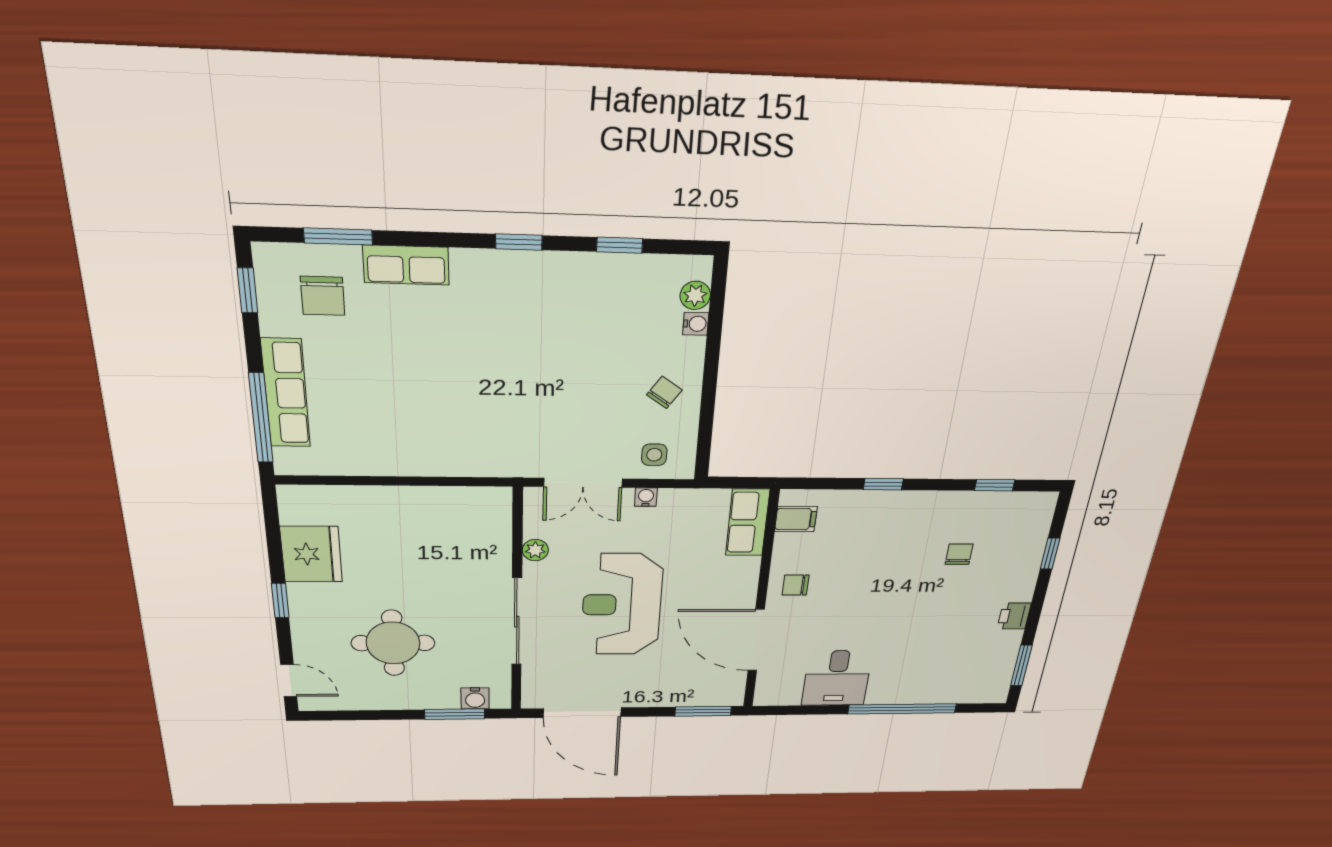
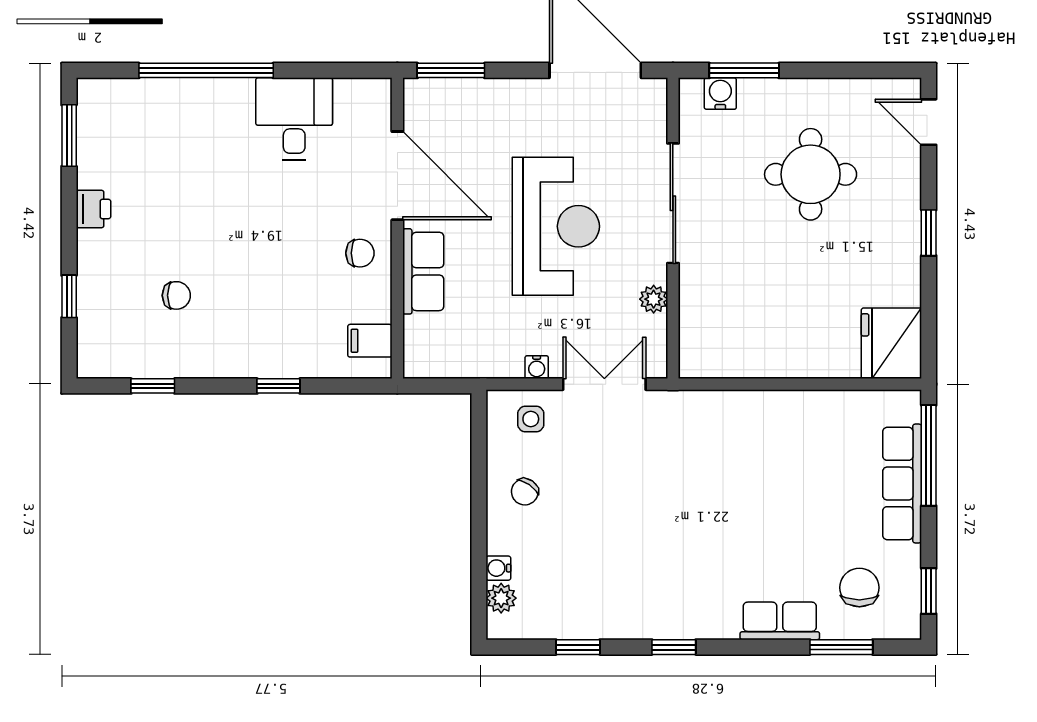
row of seats: (747, 523) -> (423, 271), moved
fridge: (311, 554) -> (891, 343), moved
chair: (959, 554) -> (176, 295), turned -90

